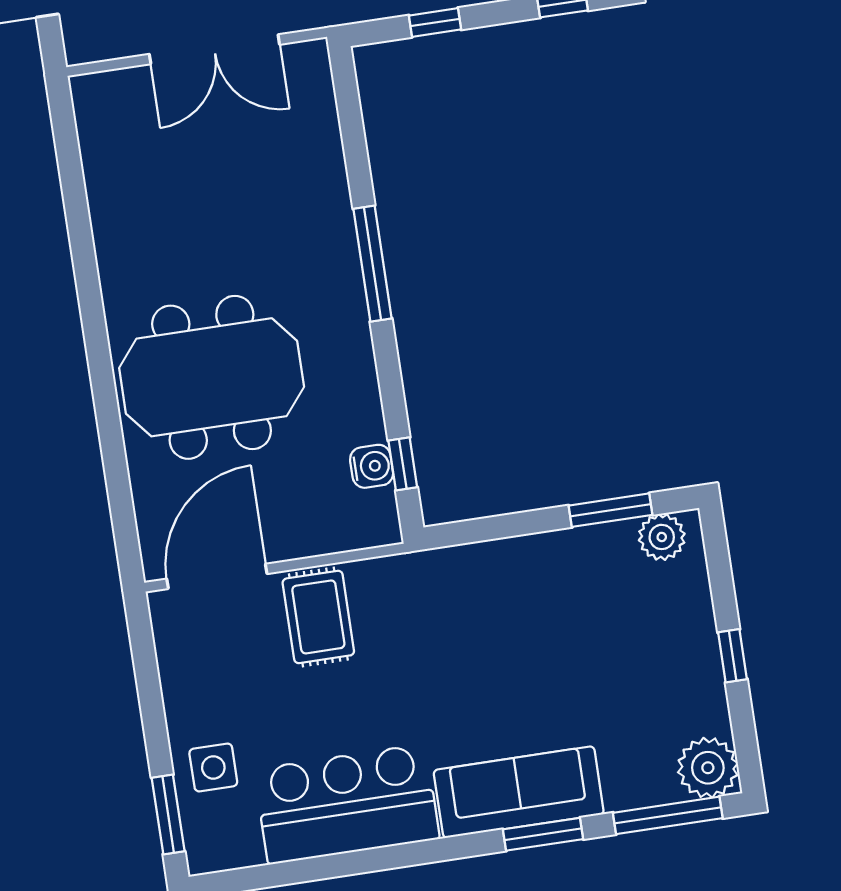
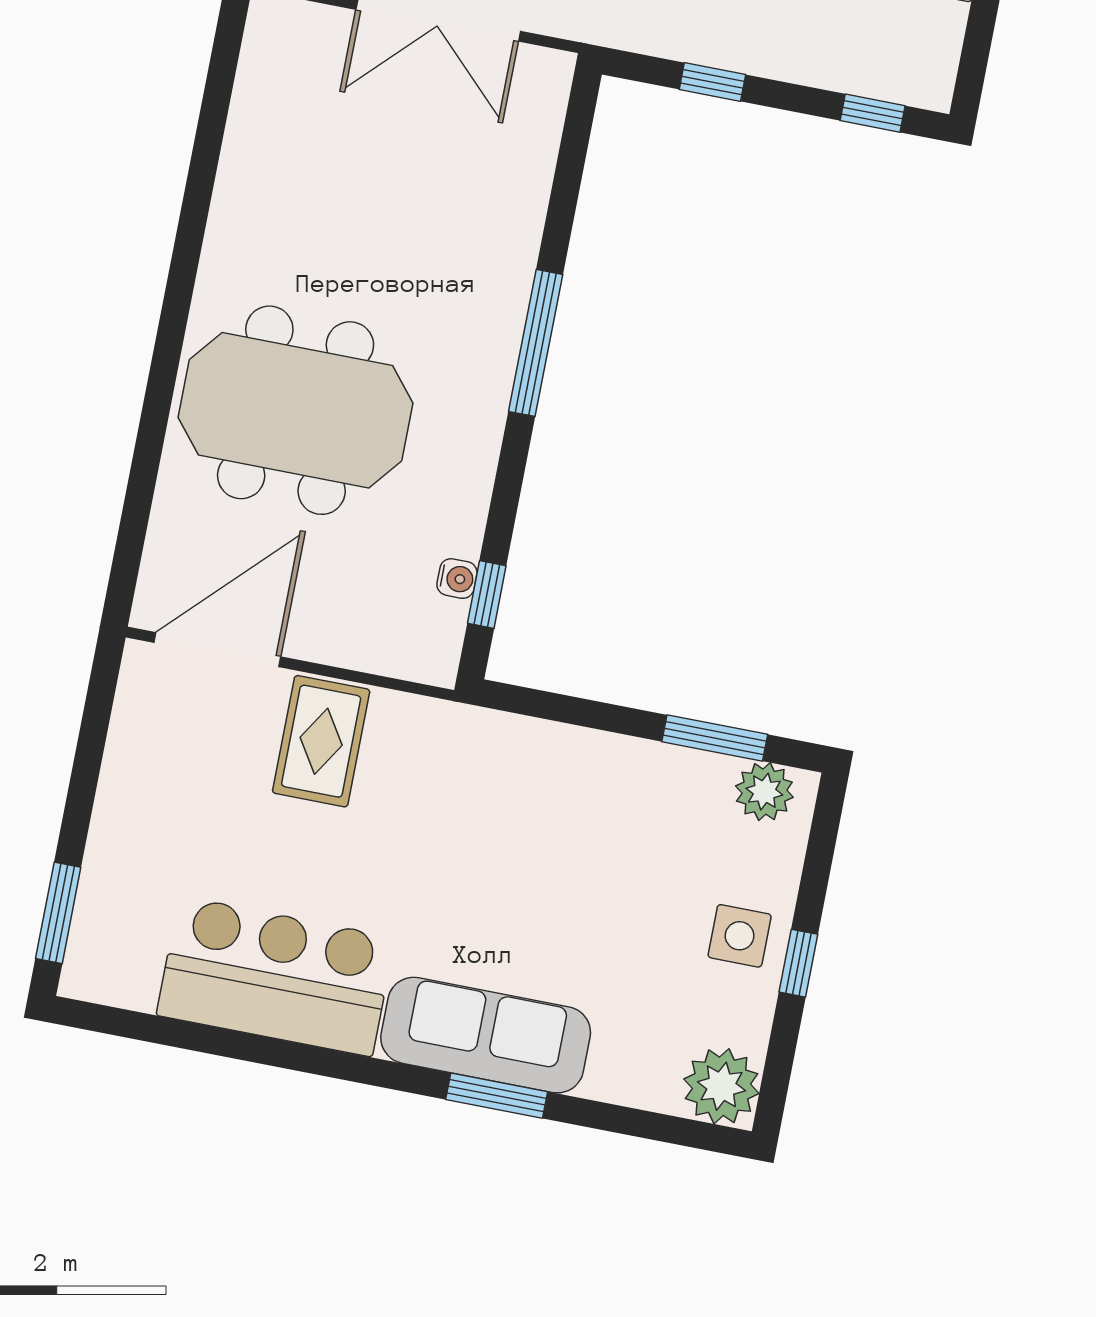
water cooler: (372, 466) -> (457, 579), width x0.72, depth x0.72
side table: (213, 767) -> (740, 936), moved
window: (668, 815) -> (653, 1126), removed

